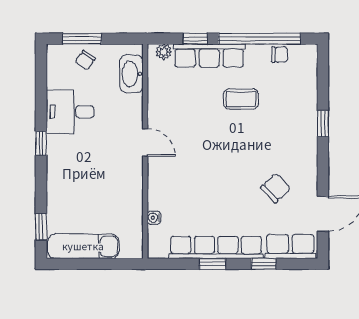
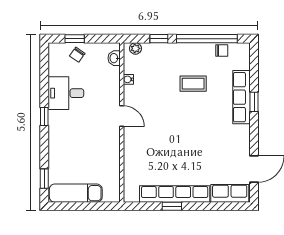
window: (82, 39) -> (75, 39), width x0.67
row of seats: (209, 56) -> (241, 97), moved, turned 90
washbasin: (131, 74) -> (114, 58), width x0.52, depth x0.69
chair: (276, 188) -> (219, 150), removed
water cooler: (154, 218) -> (128, 79), moved
window: (264, 264) -> (210, 206), removed

